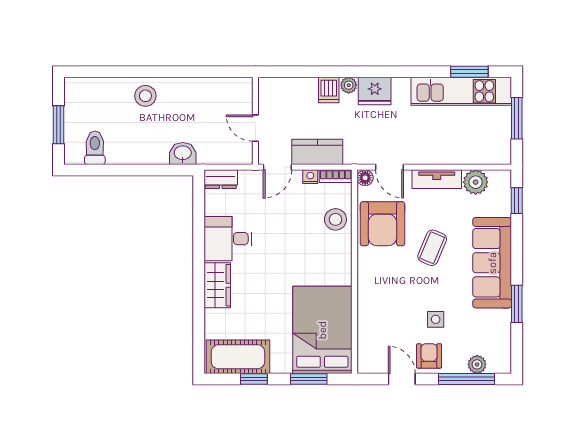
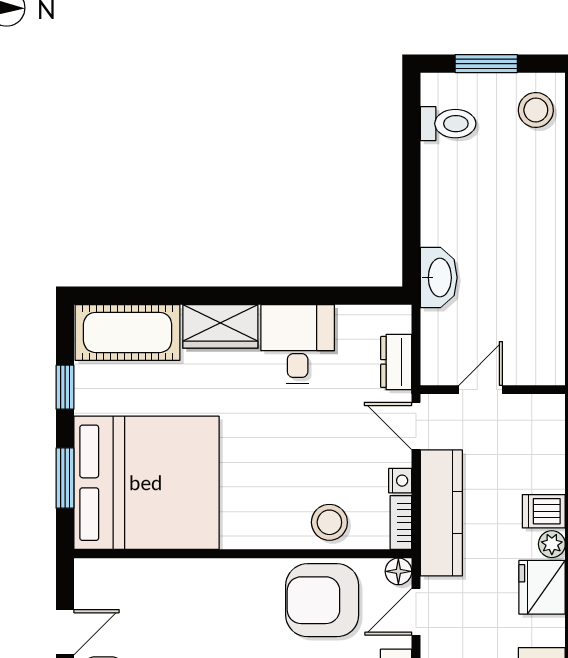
stool: (145, 96) -> (536, 110), moved
kitchen counter: (317, 152) -> (441, 513), width x1.50
washbasin: (183, 153) -> (439, 278), width x1.38
dresser: (221, 179) -> (396, 362), moved
bed: (322, 330) -> (146, 483), width x1.36
cot: (238, 357) -> (128, 332), moved, turned 90

